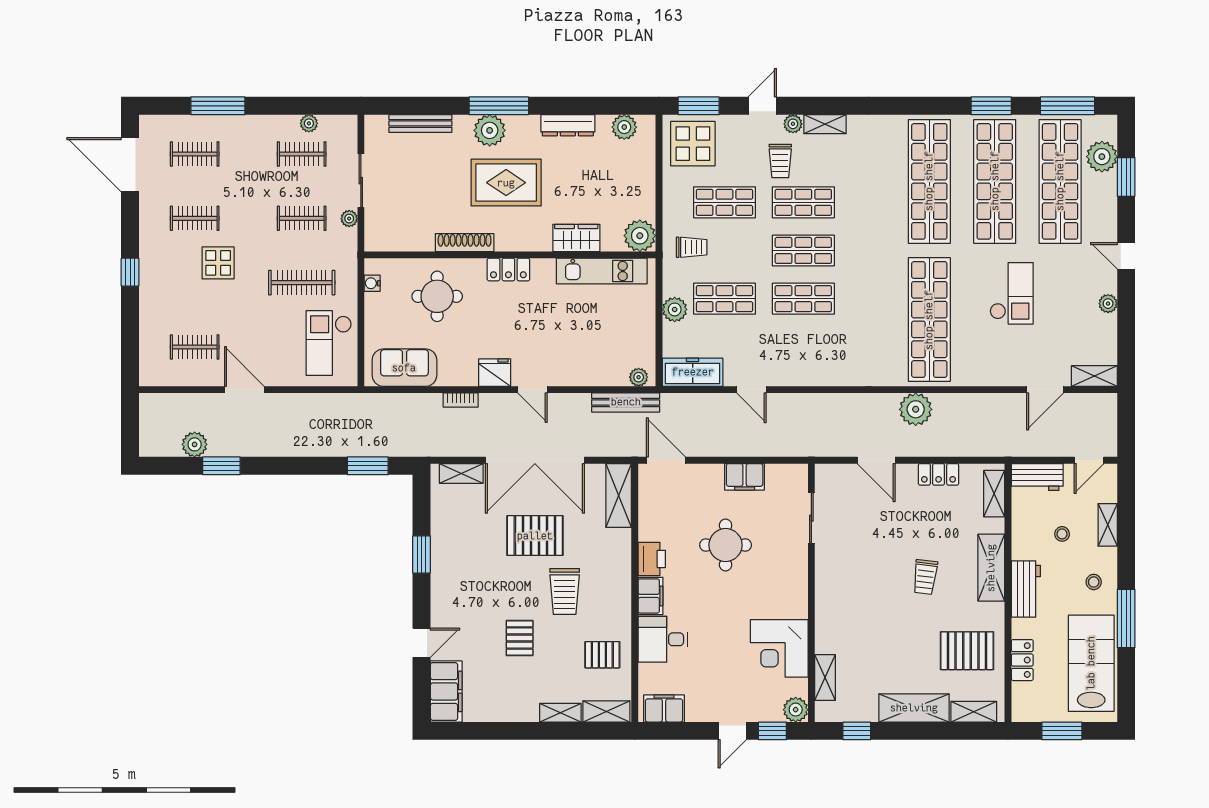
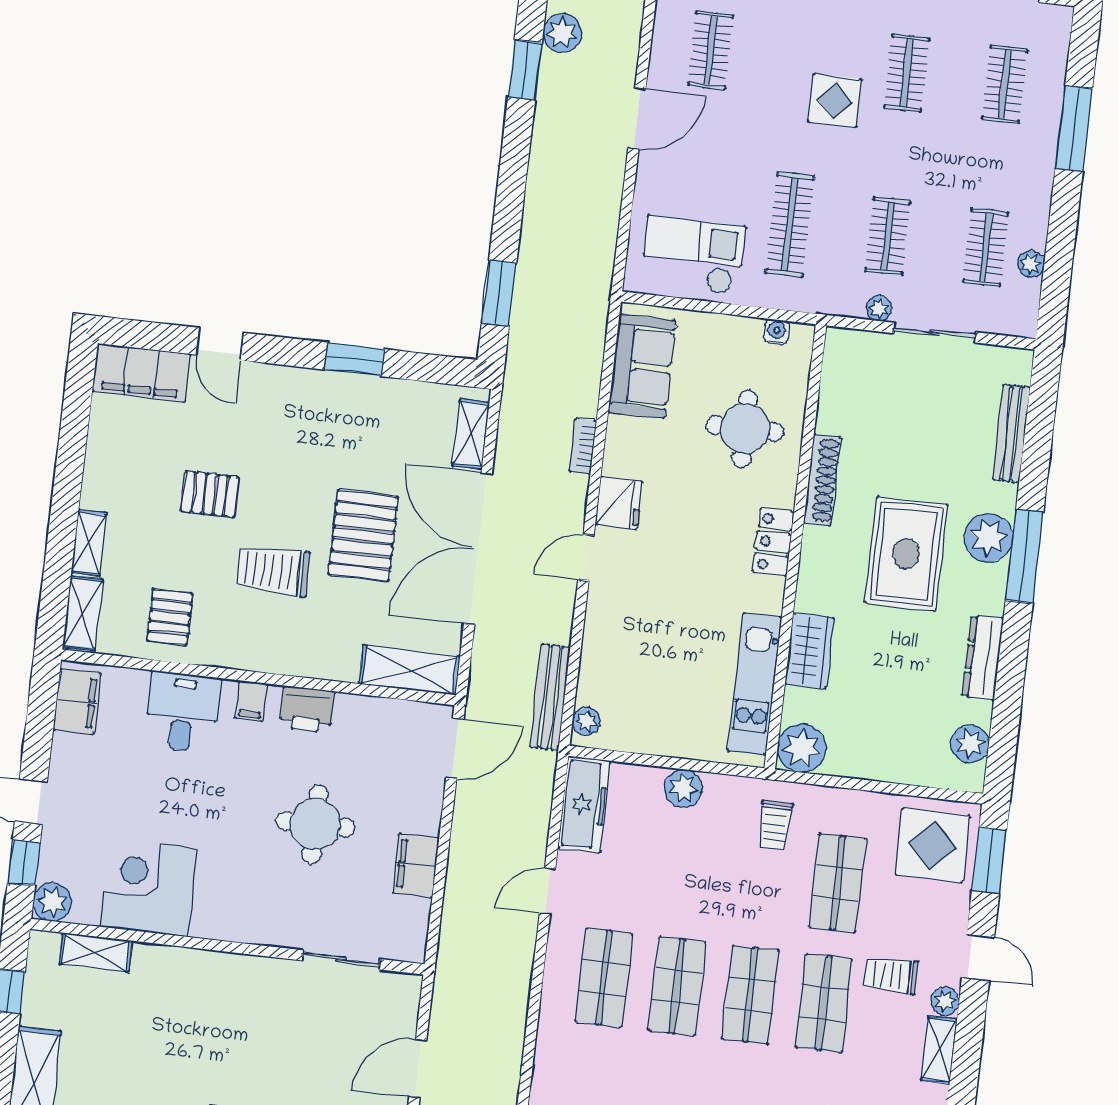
shop shelf: (724, 299) -> (604, 978), moved
filing cabinet: (650, 596) -> (251, 701), width x0.50

